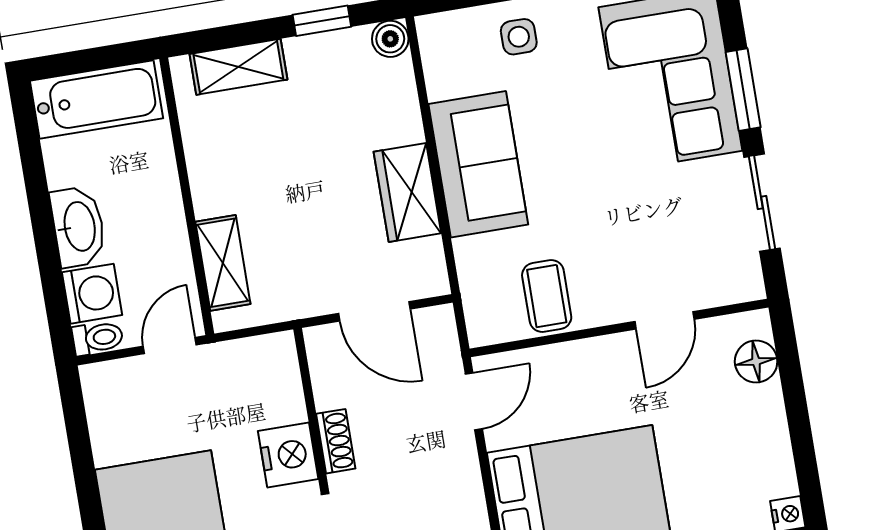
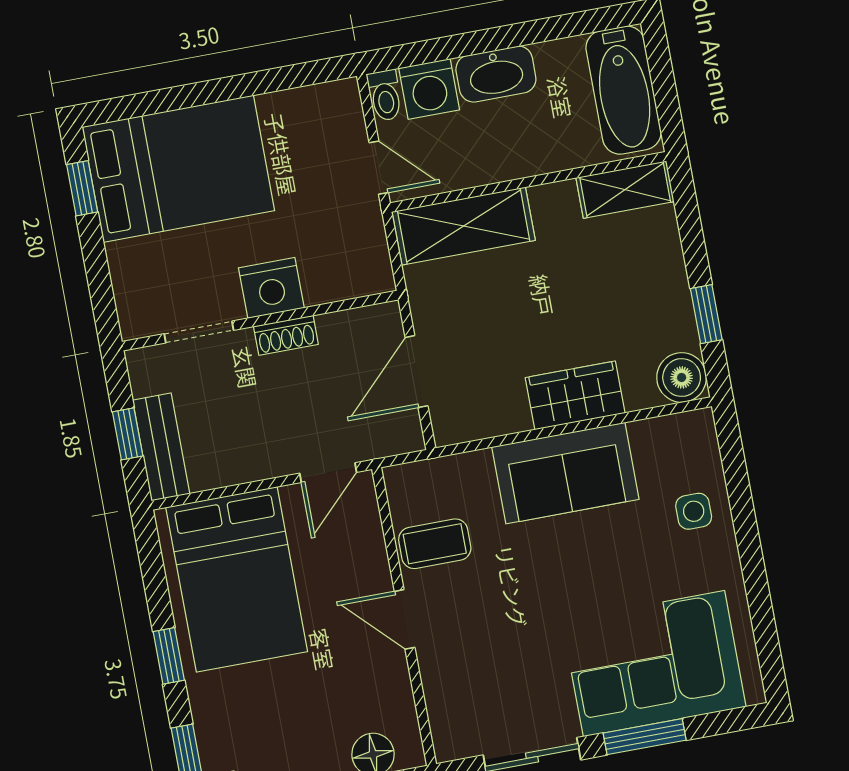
boiler: (390, 39) -> (682, 377), width x1.36, depth x1.36
shelving: (238, 67) -> (625, 190), moved, turned 90
wardrobe: (407, 192) -> (575, 395), moved
shelving: (223, 263) -> (464, 226), width x1.50, depth x1.33
door: (664, 320) -> (405, 619), moved
door: (474, 401) -> (328, 473), hinge flipped

